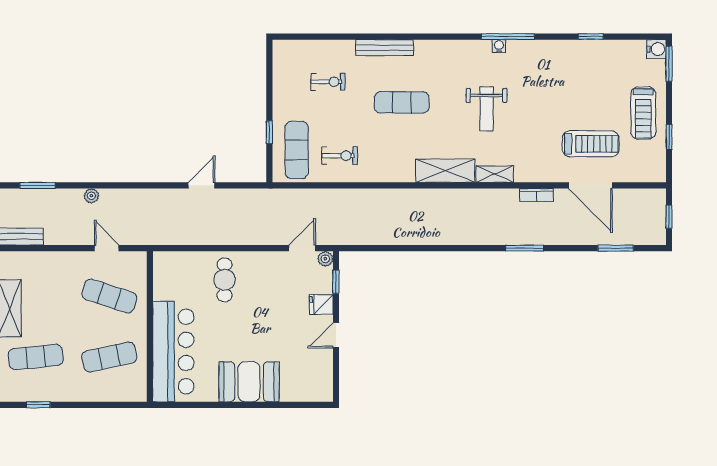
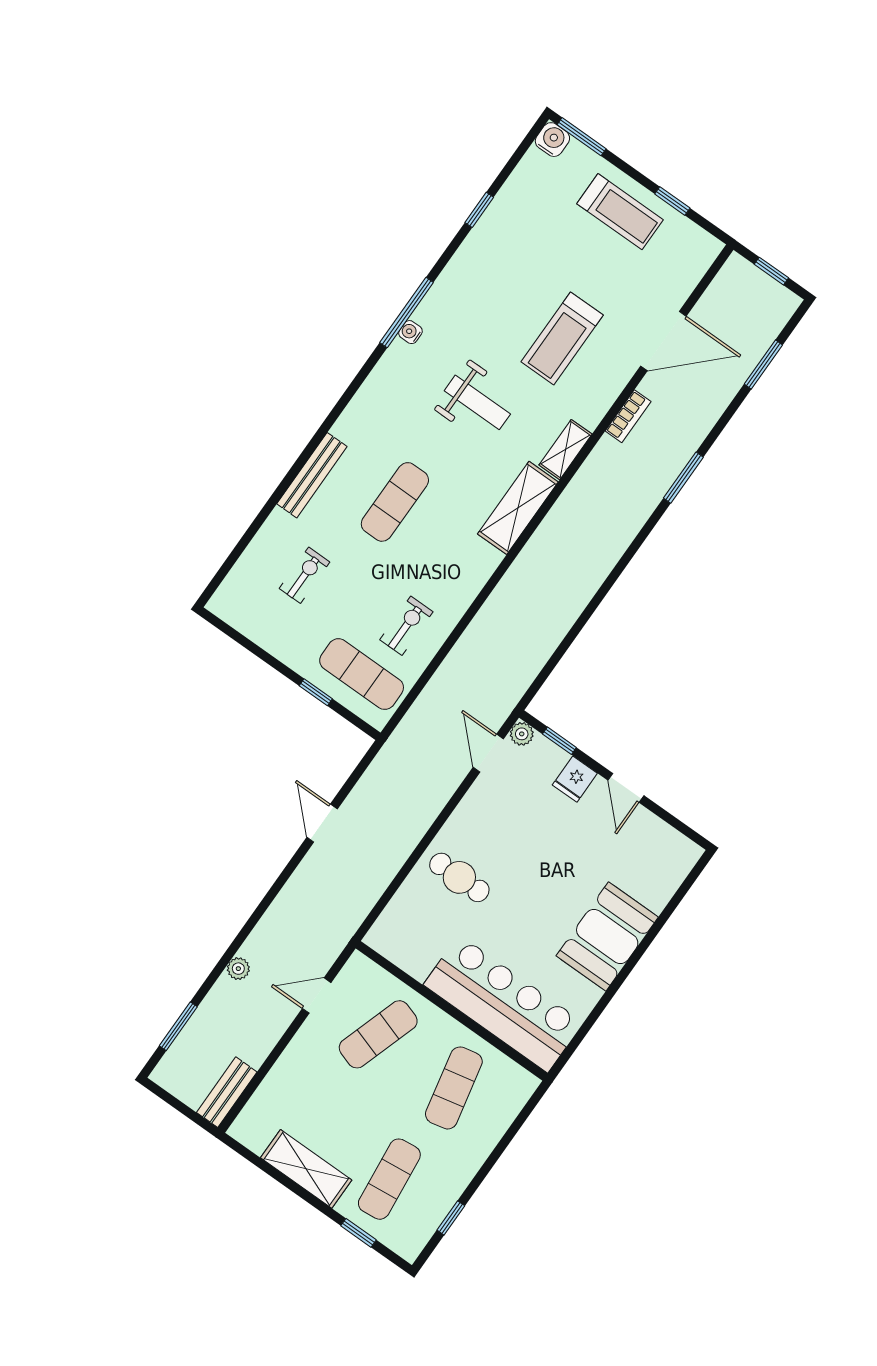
treadmill: (591, 144) -> (562, 338), moved, turned 180

